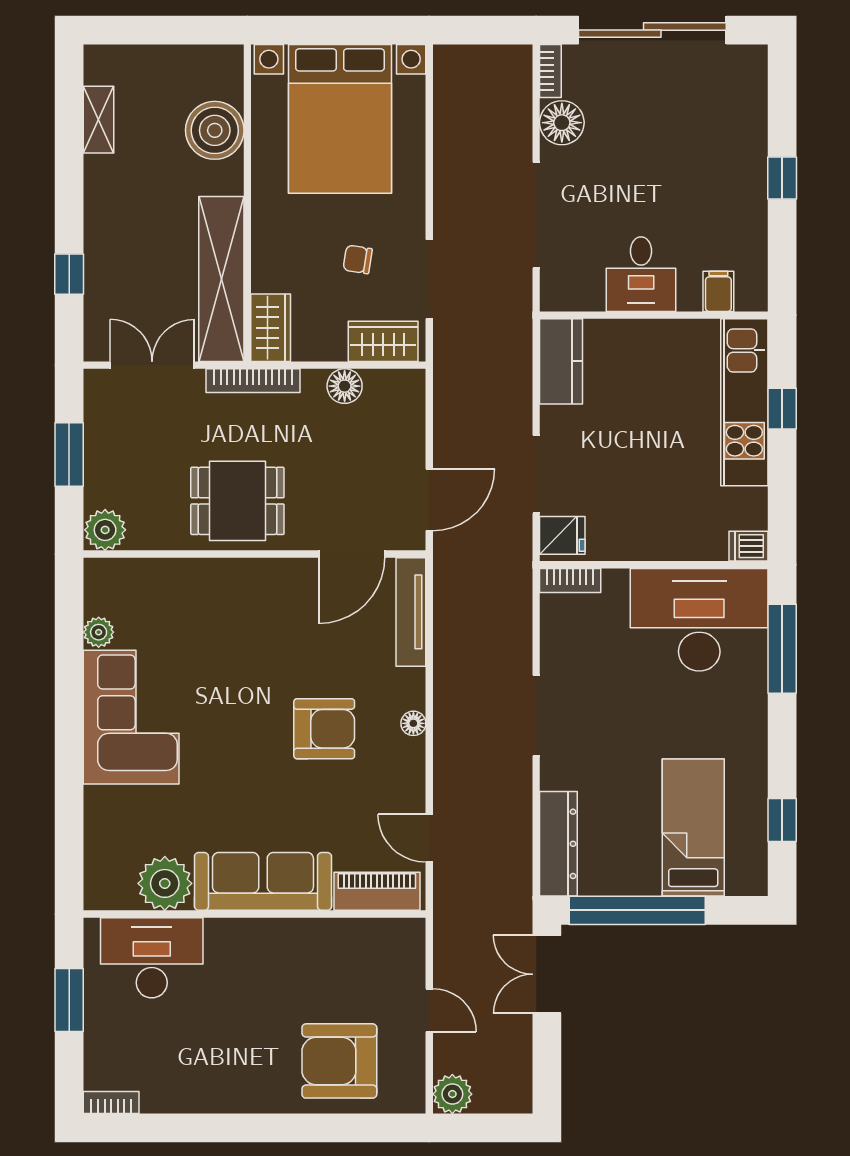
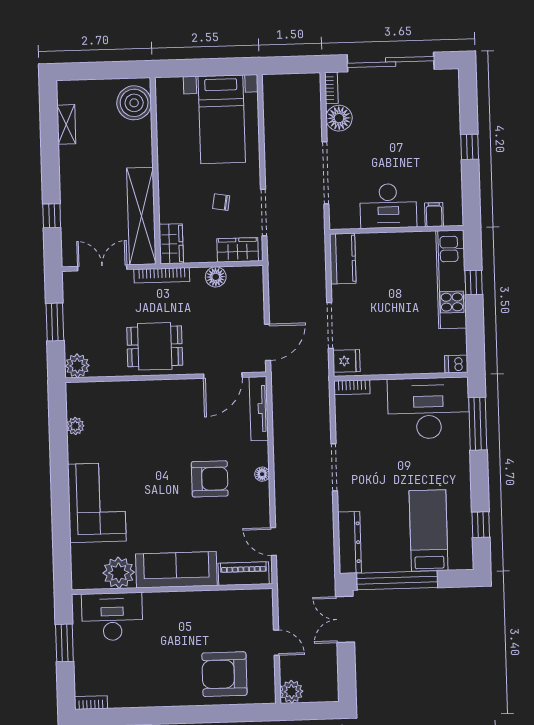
bed with nightstands: (340, 119) -> (222, 119), width x0.73
boiler: (215, 130) -> (134, 103), moved
desk: (641, 274) -> (388, 206), width x1.37
corner sofa: (131, 717) -> (97, 503), moved

